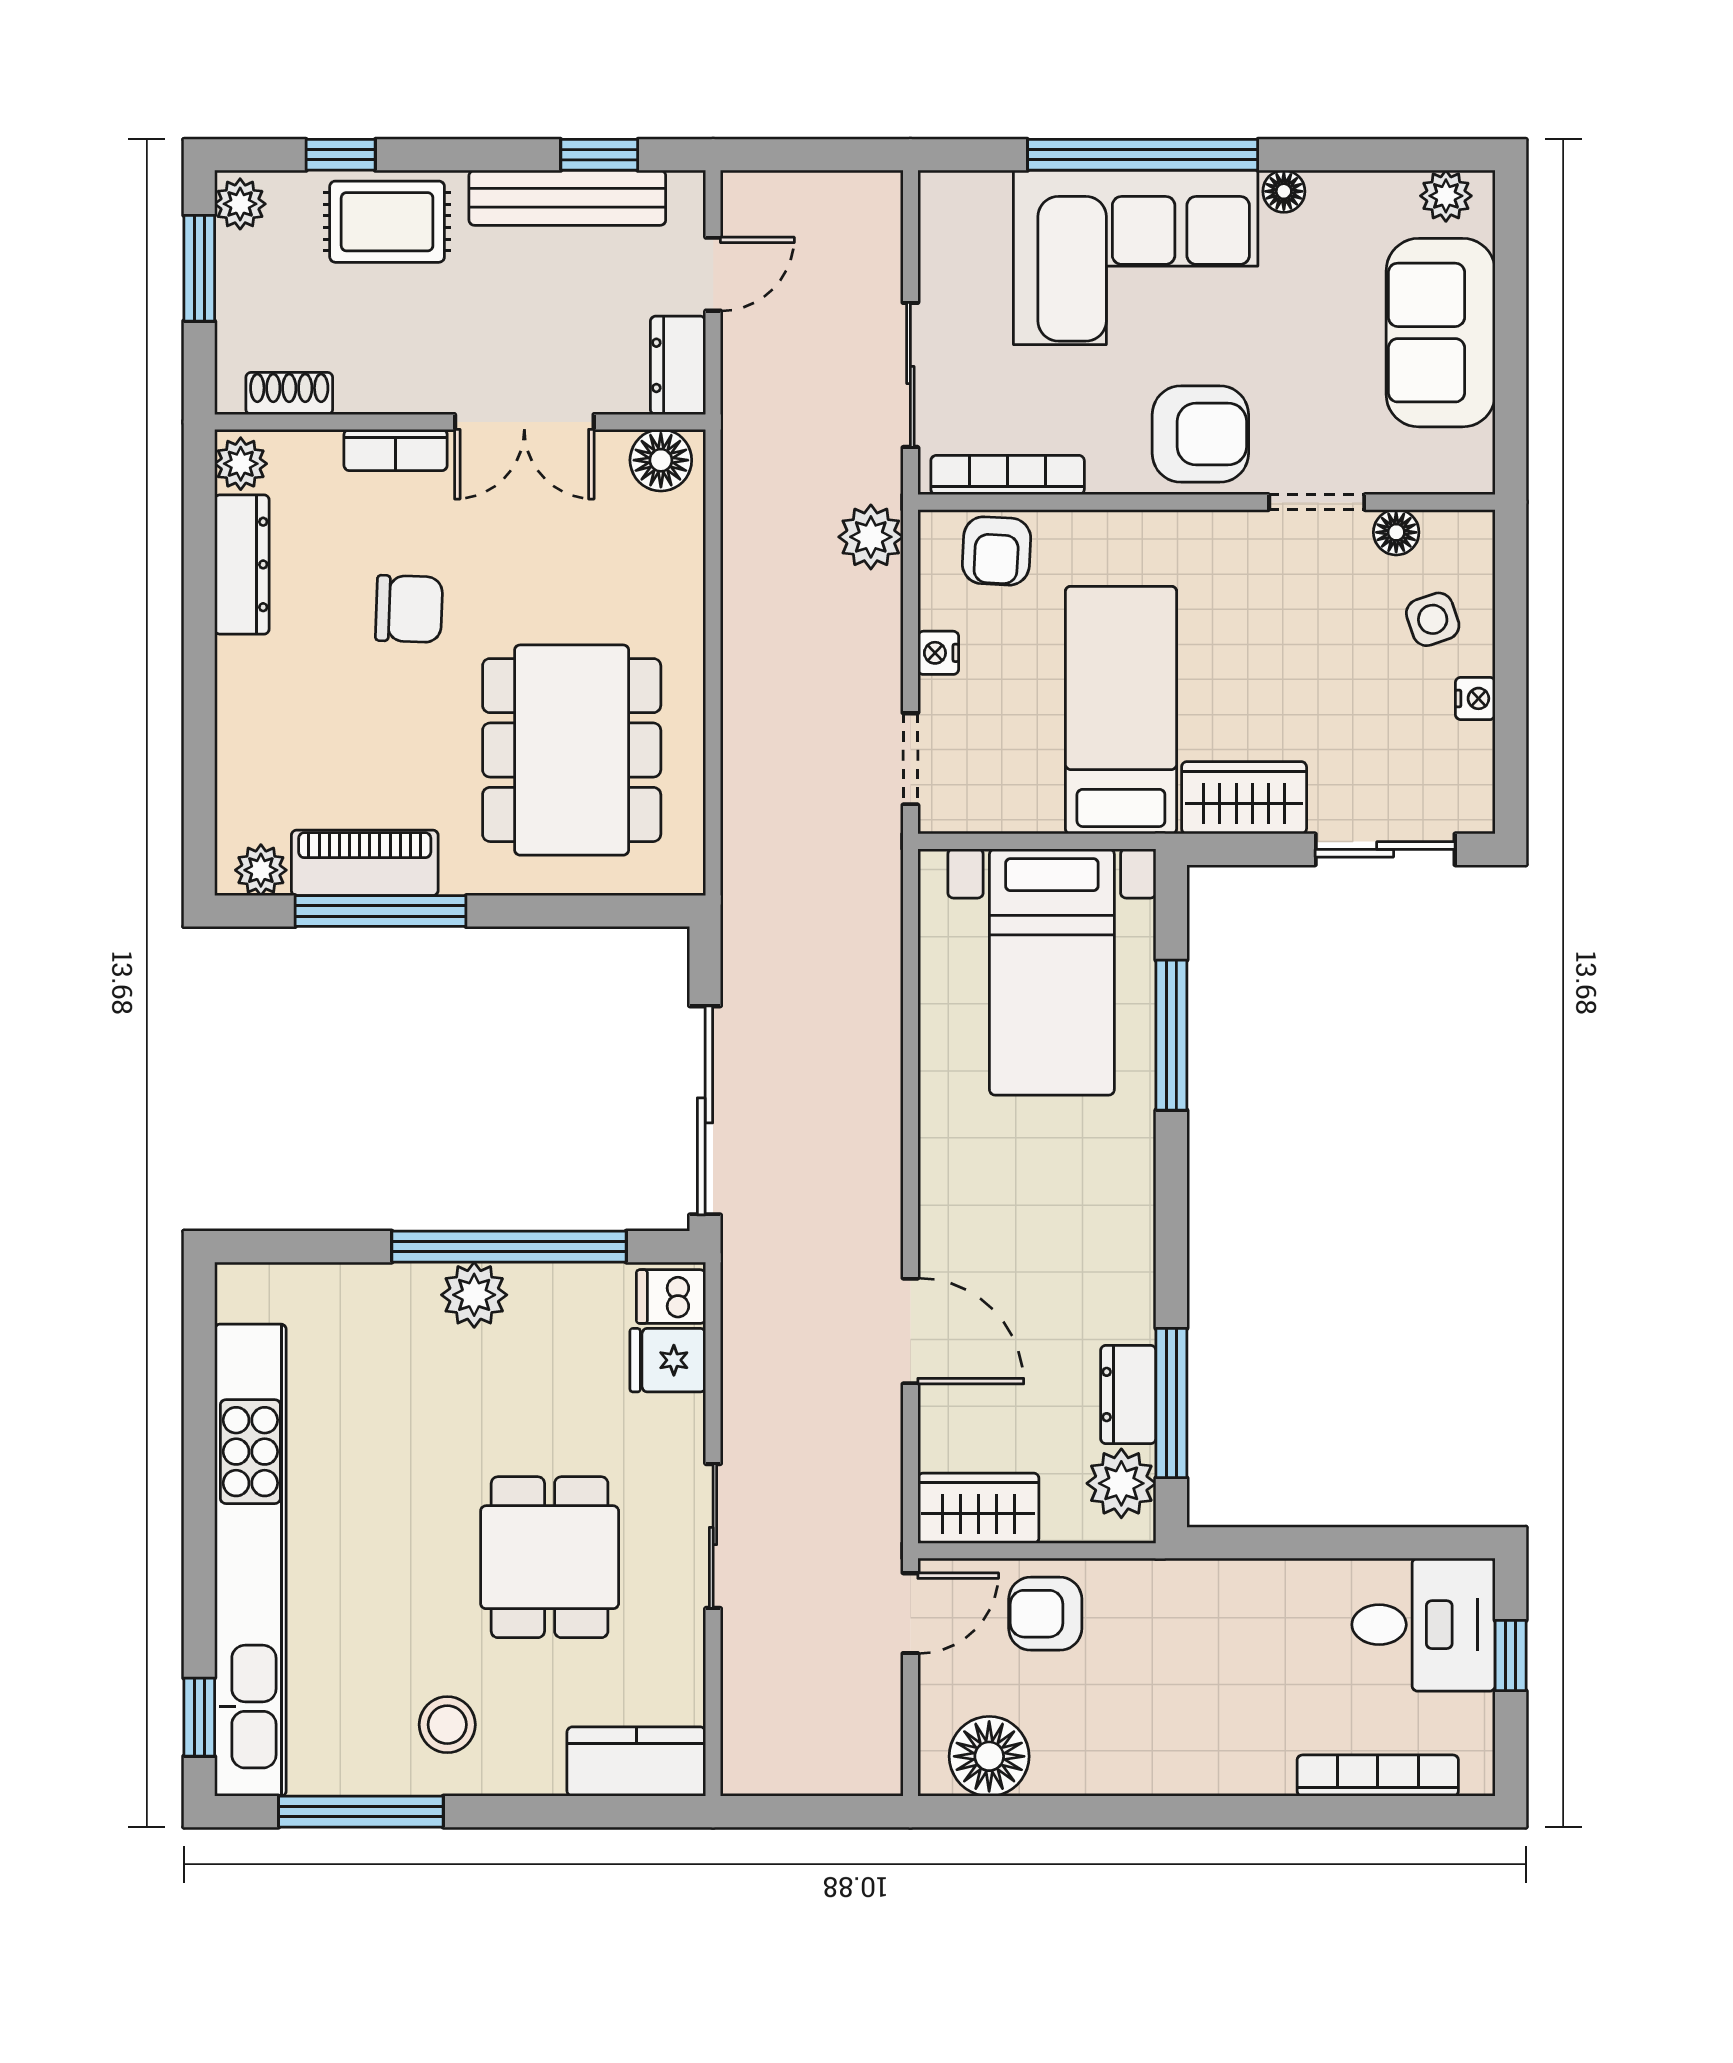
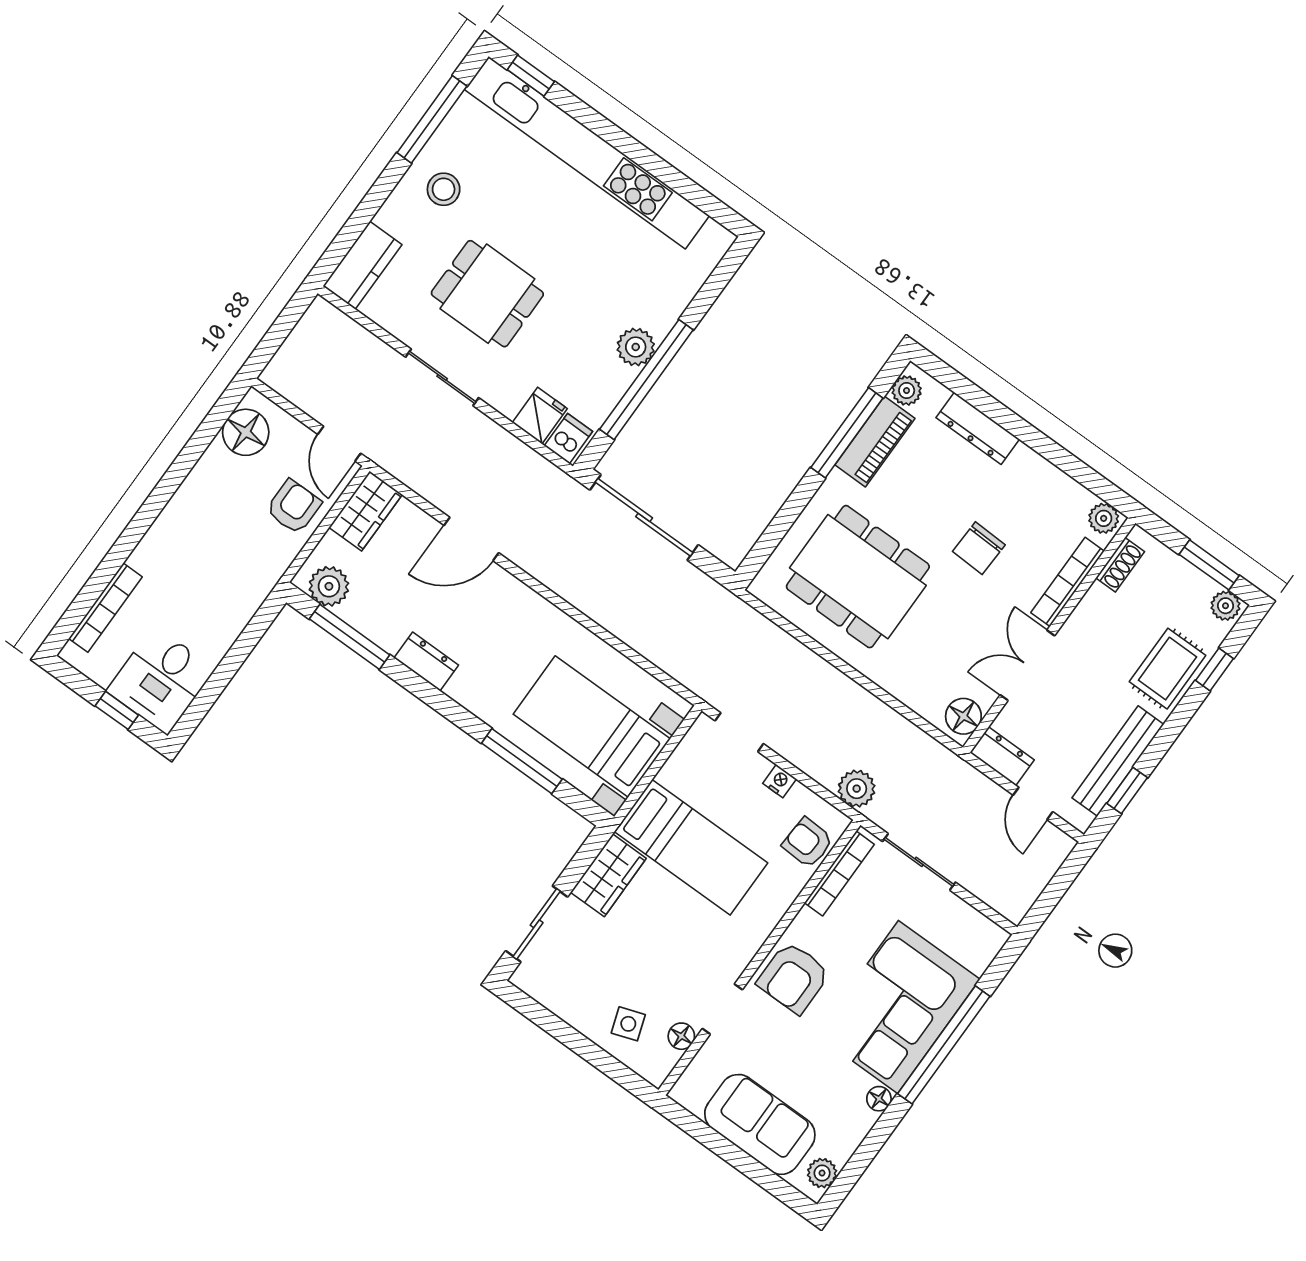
bookcase: (396, 450) -> (1068, 582), width x1.56
dresser: (242, 564) -> (978, 428), moved
nightstand: (1475, 698) -> (577, 1017), removed
dresser: (1128, 1395) -> (426, 661), moved

